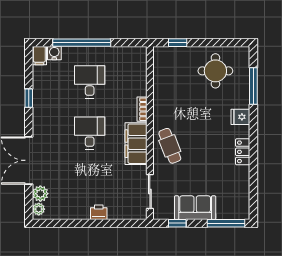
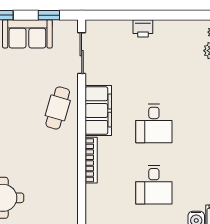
bookcase: (142, 109) -> (91, 160), width x1.56
cafe table: (170, 146) -> (58, 108), turned 37

